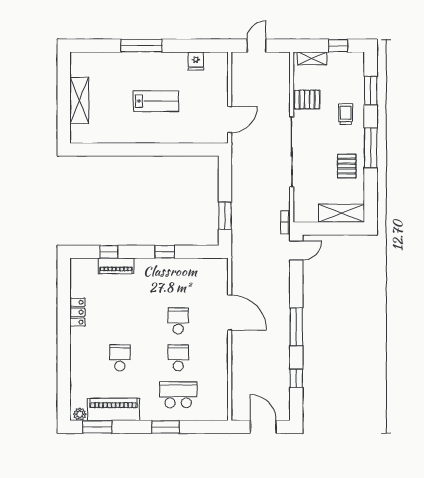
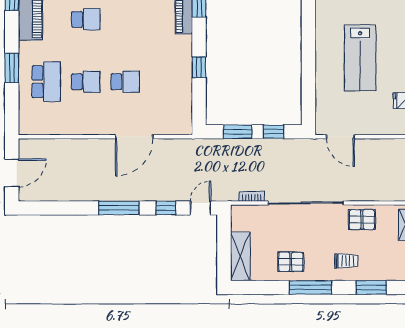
pallet: (307, 99) -> (362, 220), turned 90
lab bench: (156, 101) -> (360, 58), width x1.36, depth x1.39
window: (225, 182) -> (274, 132), added
bookcase: (285, 222) -> (252, 196), moved
door: (296, 250) -> (200, 208), swing flipped
window: (296, 378) -> (166, 208), moved

